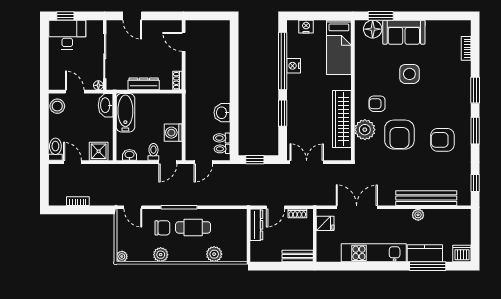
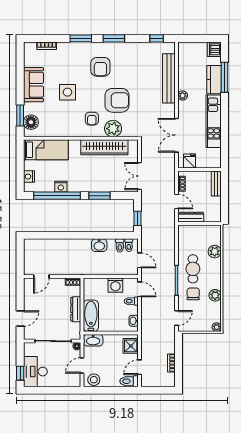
sofa: (404, 32) -> (33, 85), moved
bathtub: (125, 113) -> (91, 316), moved, turned 90
armchair: (442, 140) -> (100, 67), moved
plant: (418, 215) -> (183, 95), moved

